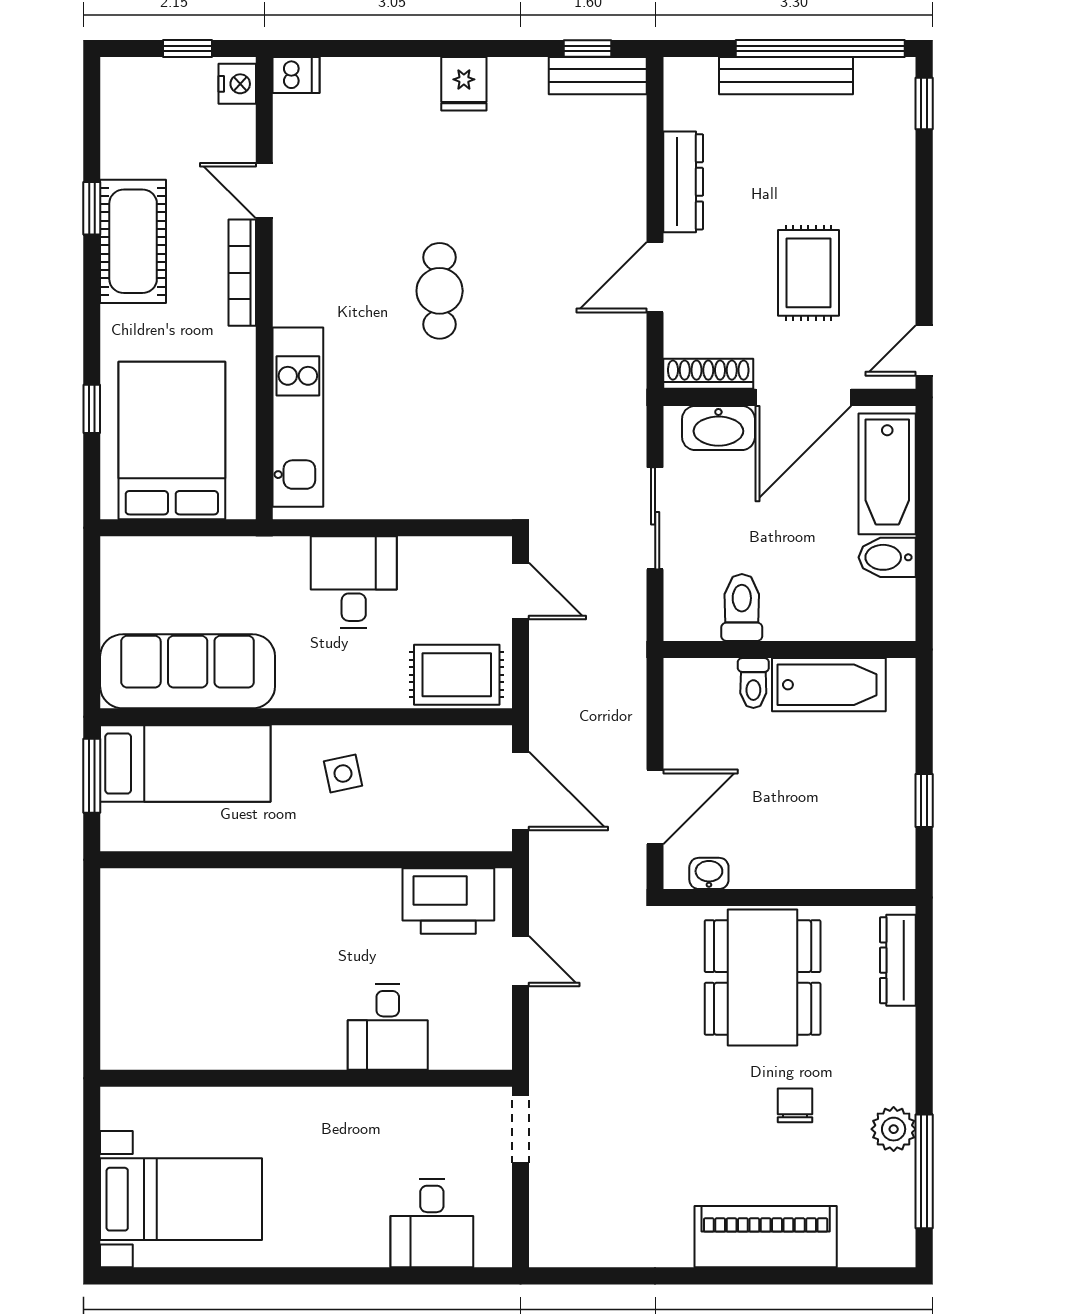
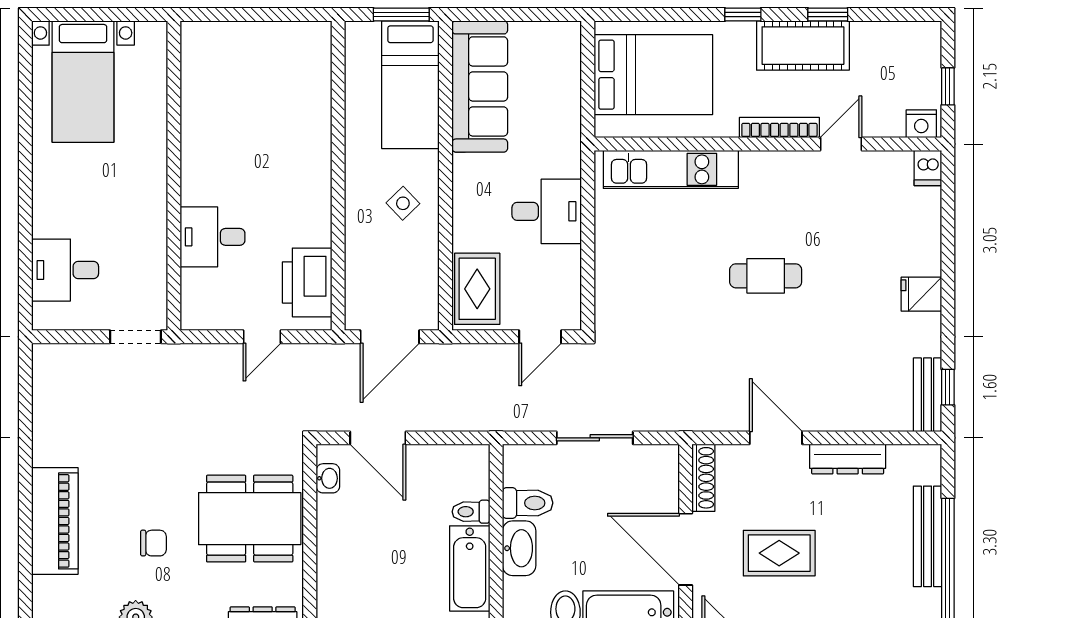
window: (92, 409) -> (743, 15), moved
washbasin: (718, 428) -> (519, 548), moved, turned 180
side table: (343, 774) -> (403, 203), turned -32

